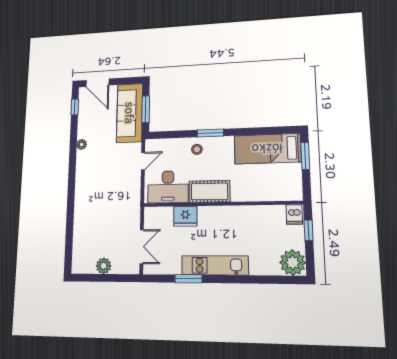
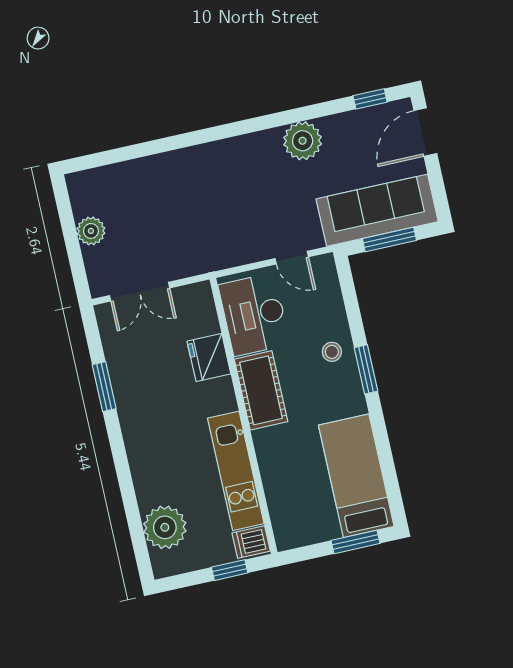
plant: (82, 144) -> (303, 141), width x1.88, depth x1.88
plant: (293, 263) -> (165, 527), moved
kitchen unit: (215, 265) -> (236, 471), moved, turned 180

